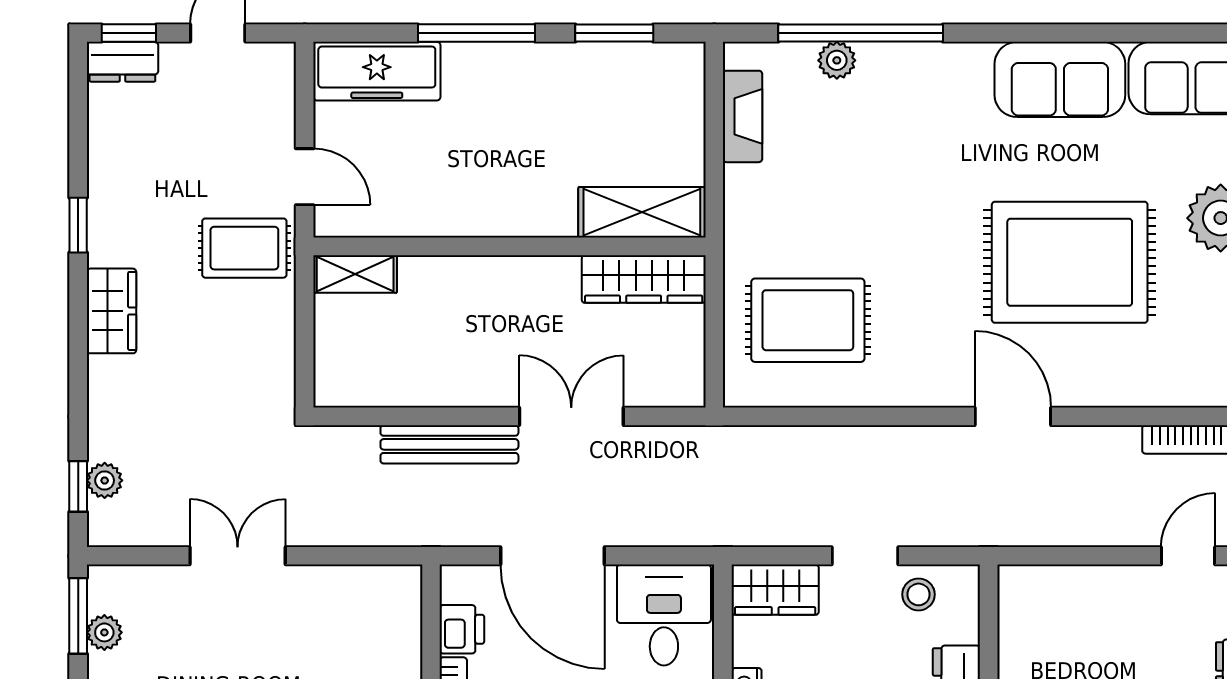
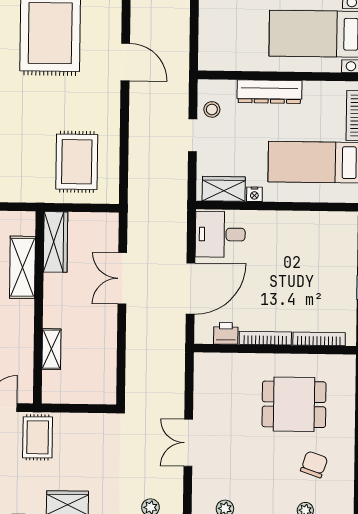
shelving: (642, 212) -> (22, 267), moved
shelving: (355, 274) -> (51, 349), moved
door: (1013, 416) -> (125, 62), swing flipped
bench: (449, 444) -> (135, 338), removed
wardrobe: (775, 590) -> (224, 189), moved, turned -90

